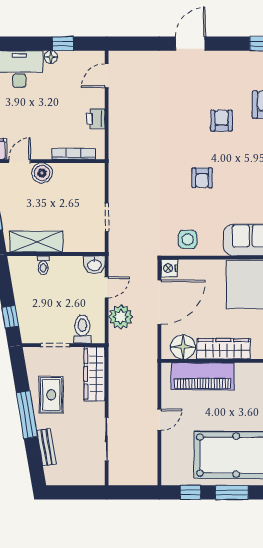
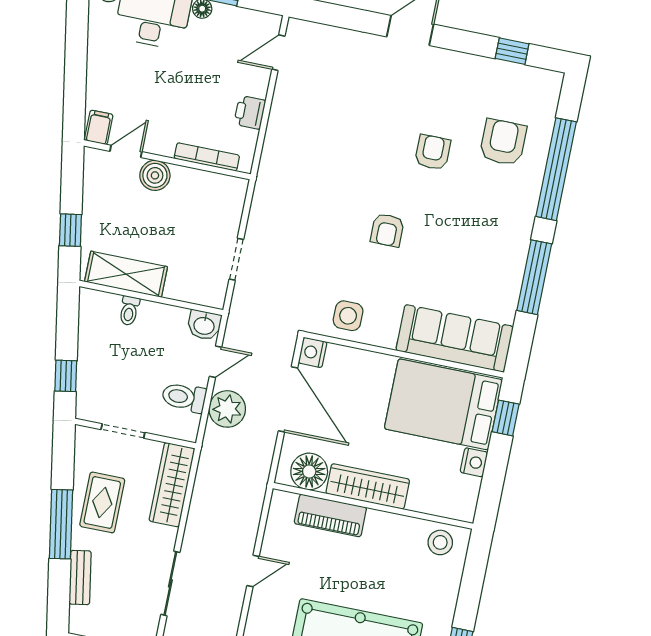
door: (159, 302) -> (288, 399), hinge flipped
toilet: (82, 329) -> (184, 397), moved, turned -90
piano: (203, 376) -> (330, 515), width x0.73, depth x0.75

